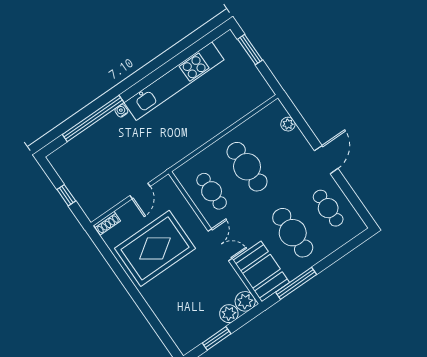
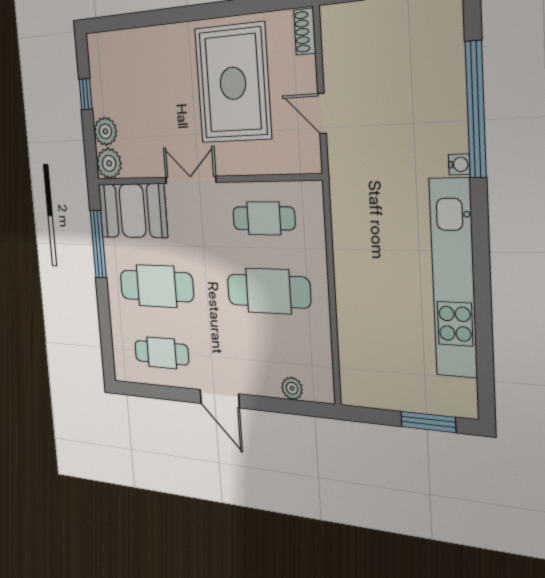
double door: (220, 245) -> (191, 180), swing flipped
window: (217, 338) -> (86, 94), width x0.67

